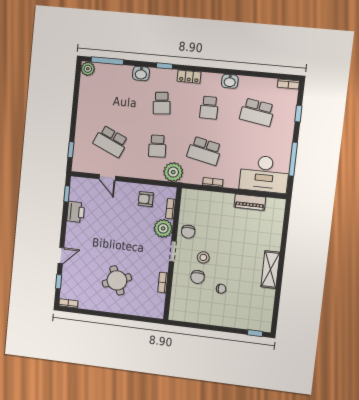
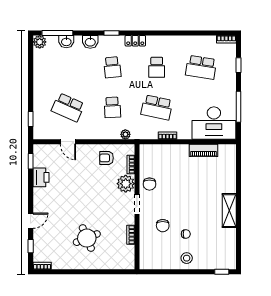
washbasin: (230, 81) -> (66, 42), moved
plant: (173, 172) -> (125, 134), width x0.53, depth x0.53
stool: (203, 257) -> (187, 258), moved

